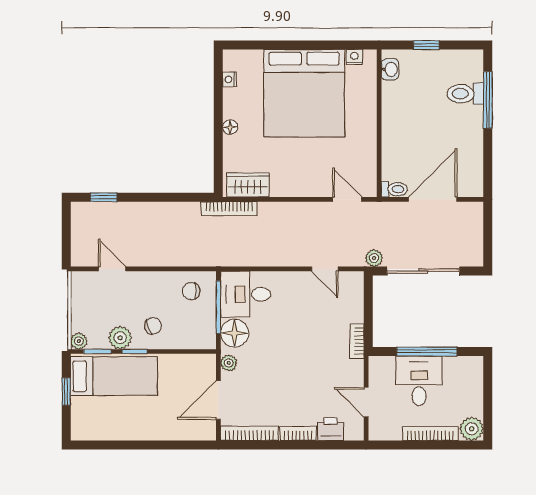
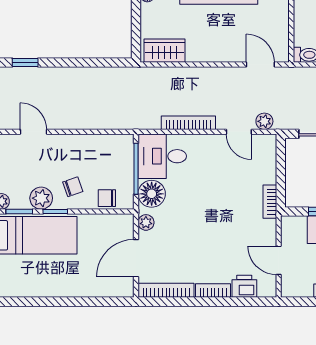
bookcase: (229, 209) -> (188, 123), moved, turned 180
plant: (374, 258) -> (264, 121), moved
chair: (191, 291) -> (107, 198), moved

